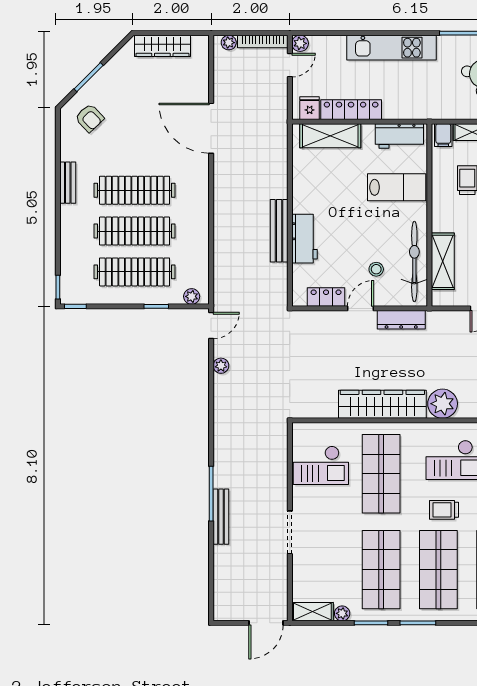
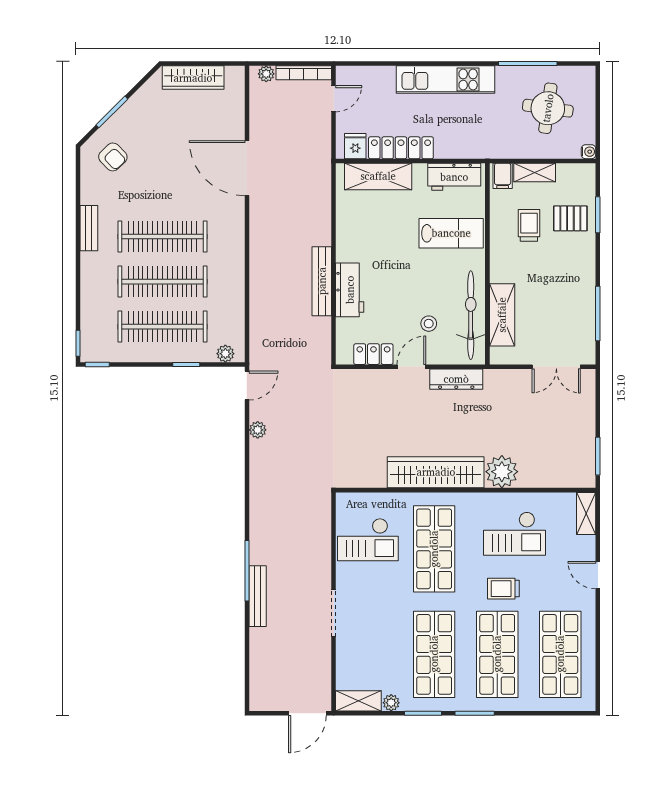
plant: (300, 43) -> (345, 75), removed

